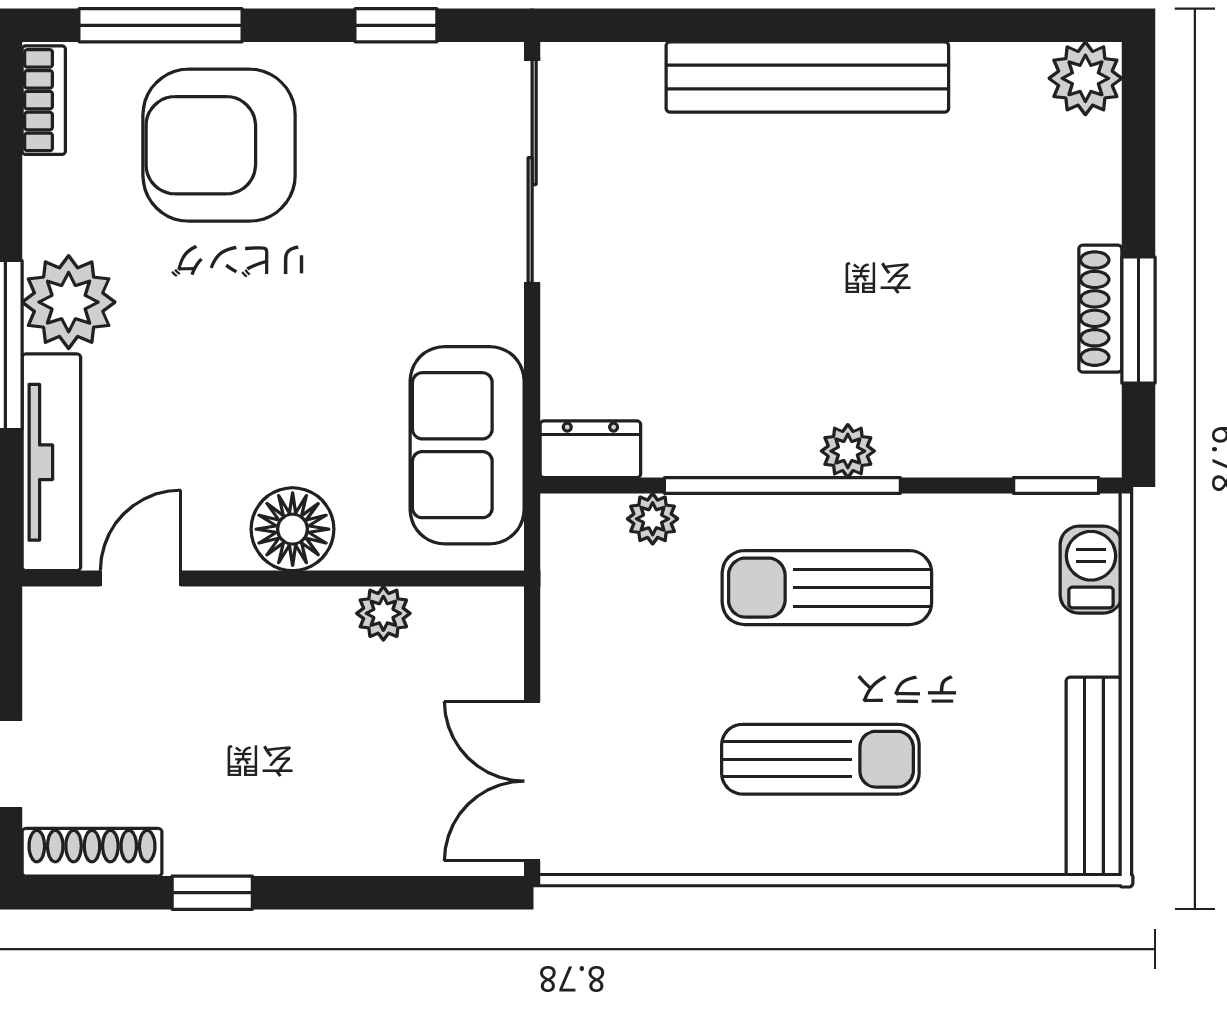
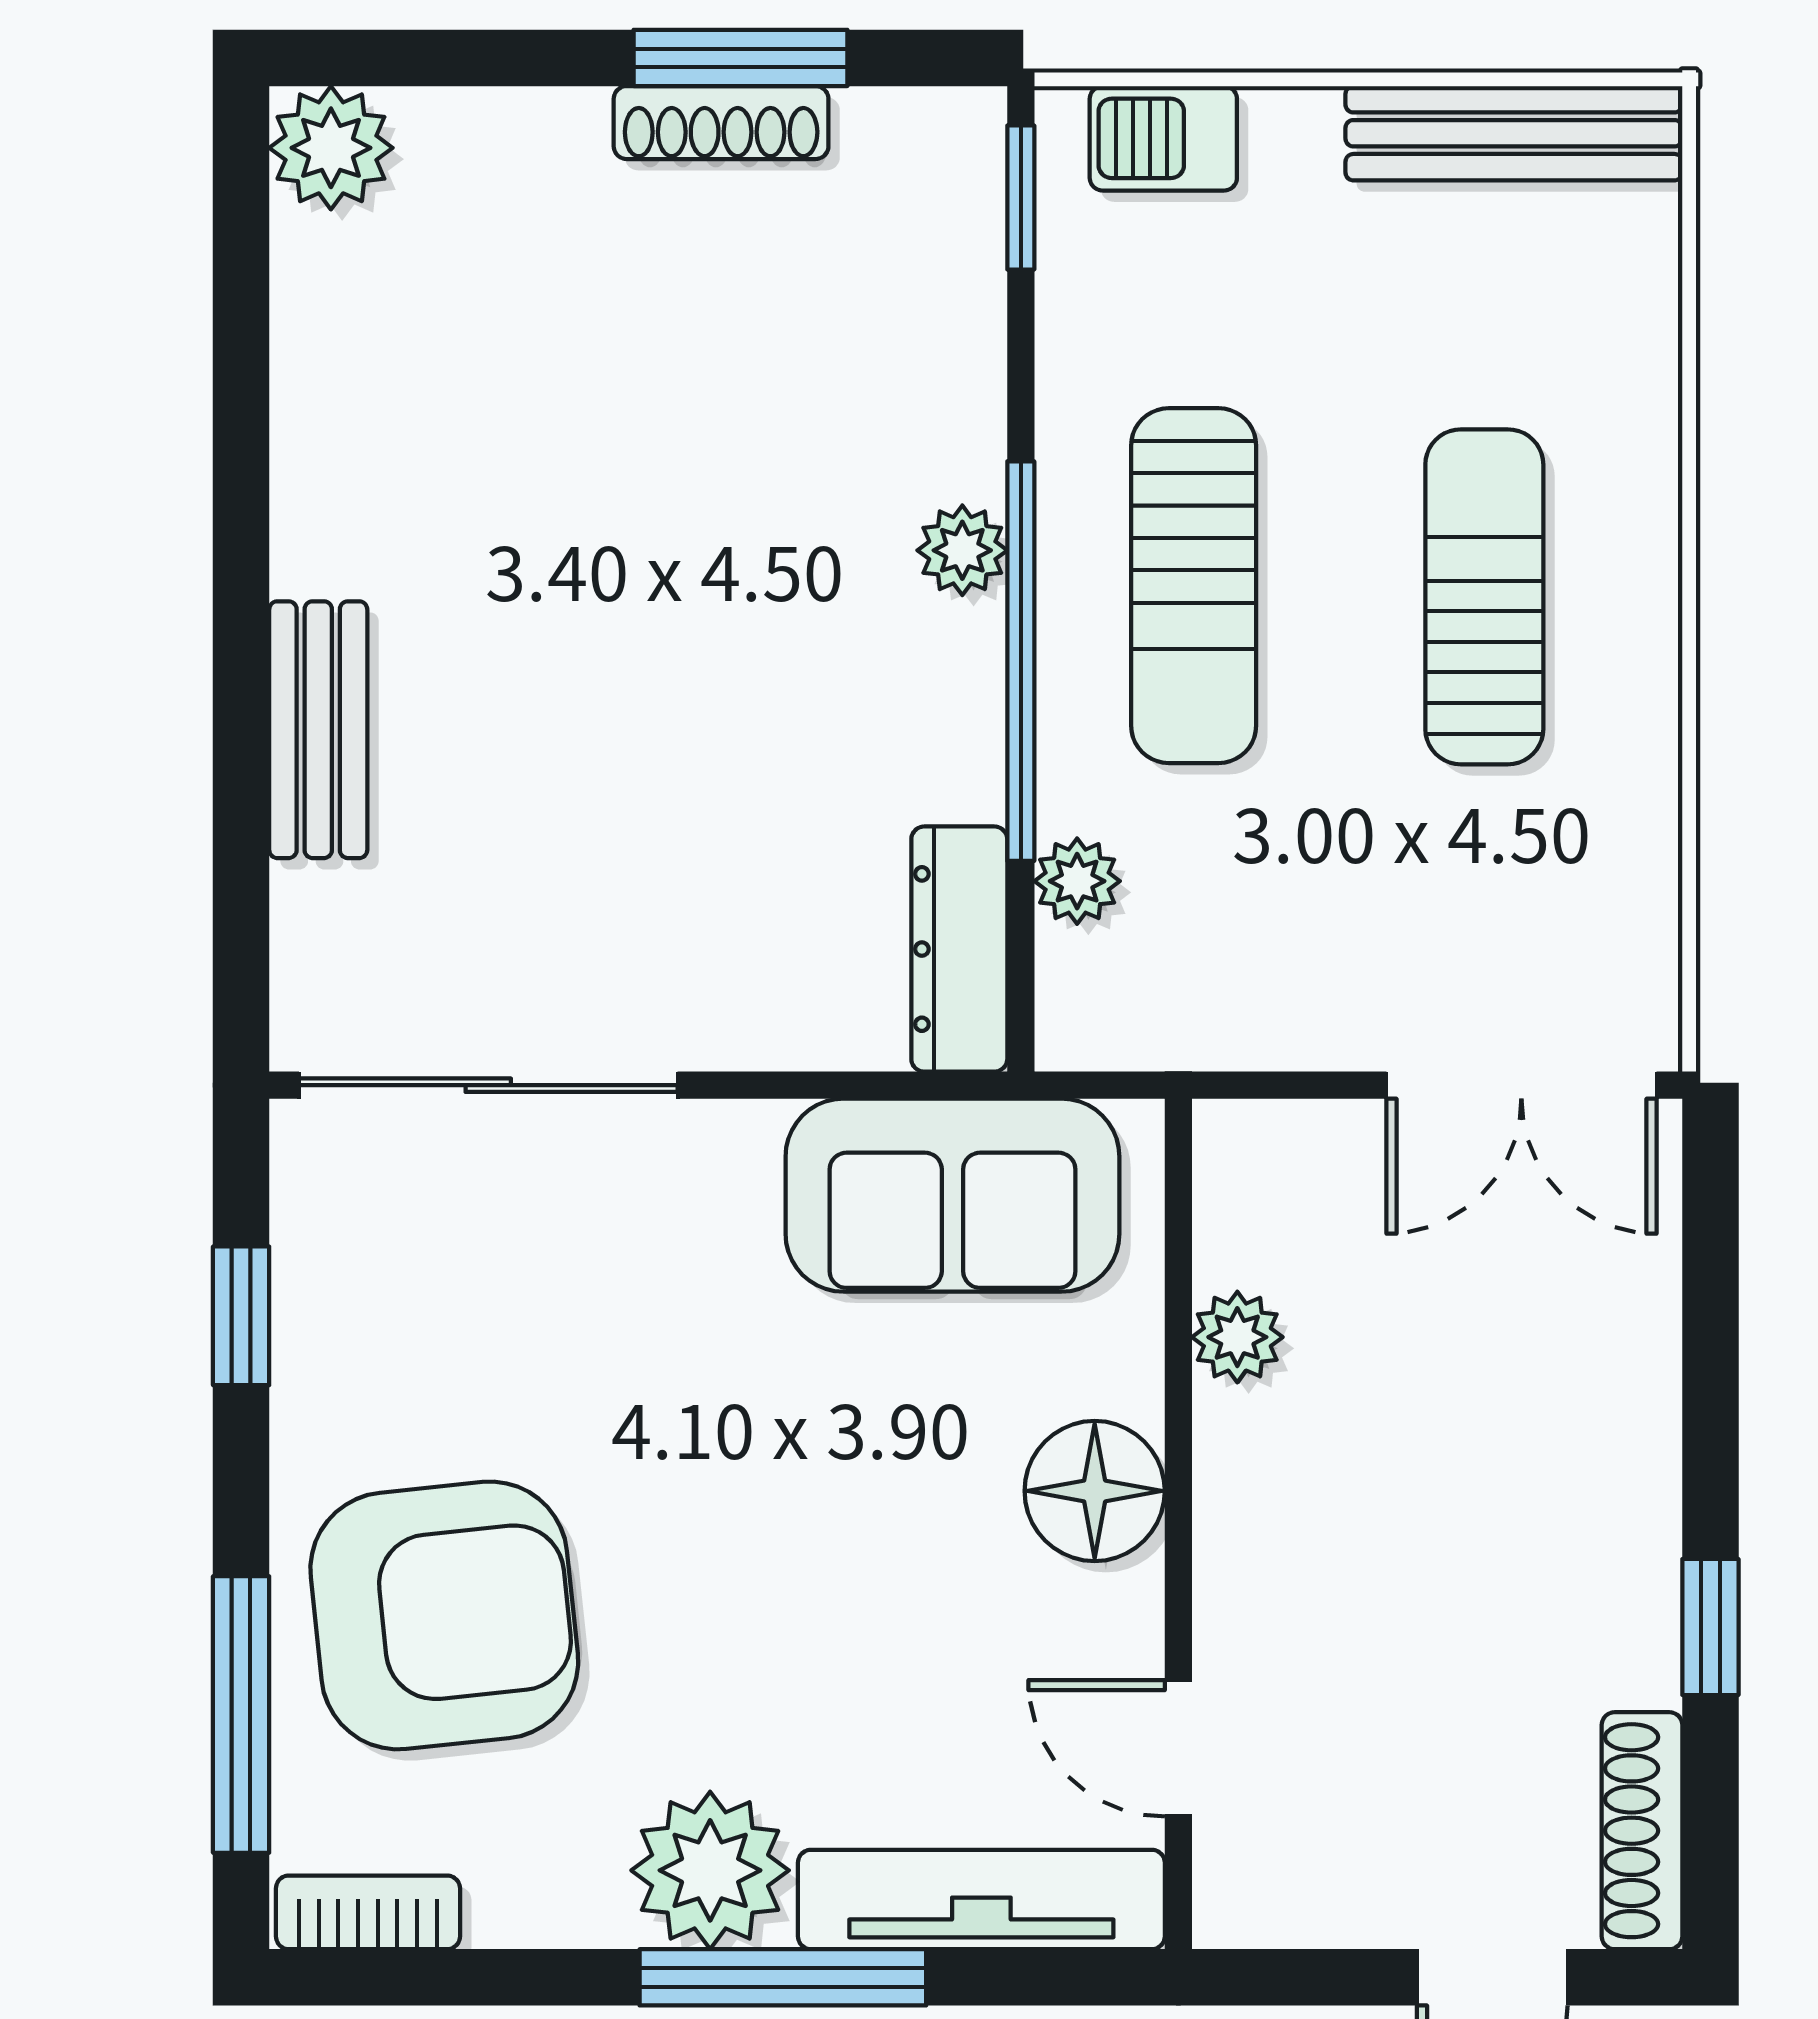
bench: (807, 77) -> (318, 730), width x0.54, depth x0.82
armchair: (219, 145) -> (444, 1615), turned -96
dresser: (590, 449) -> (959, 949), width x1.44

